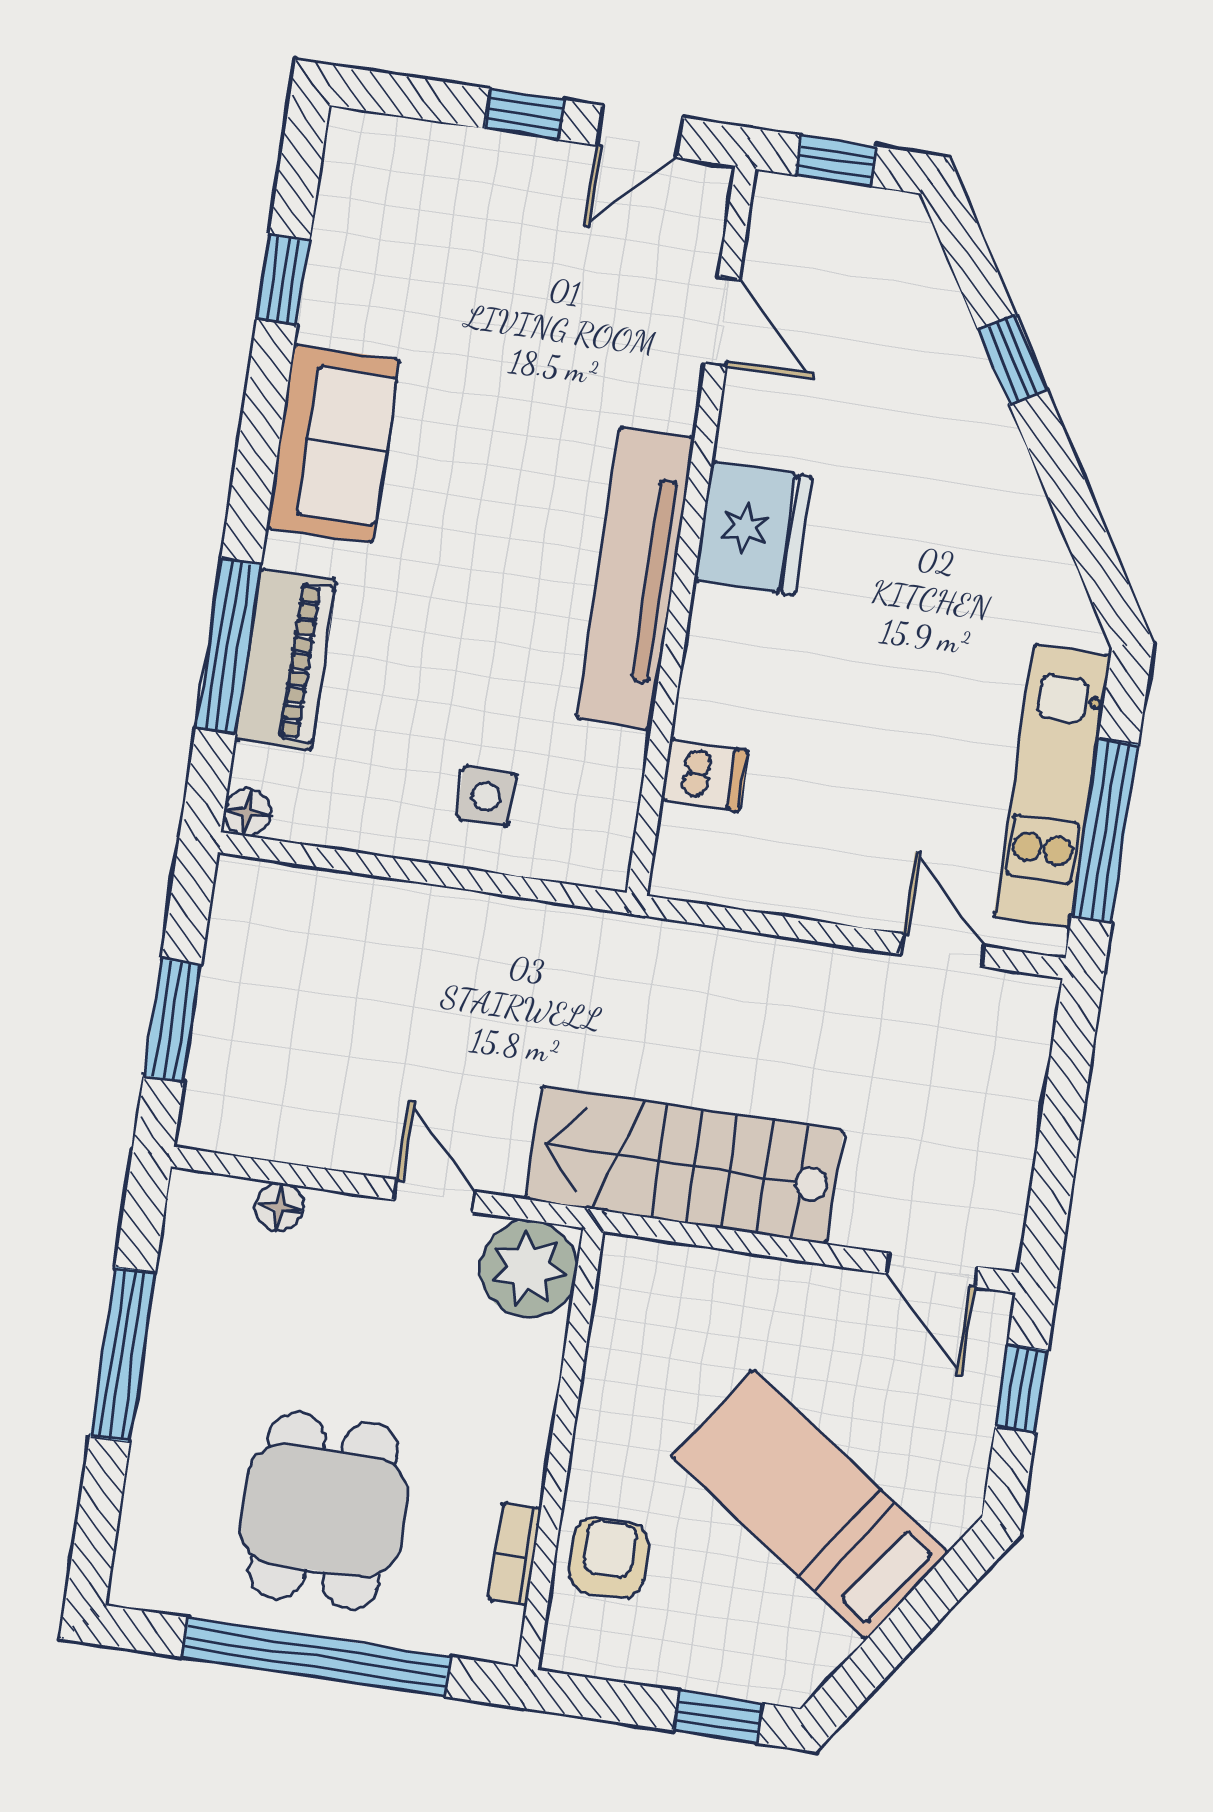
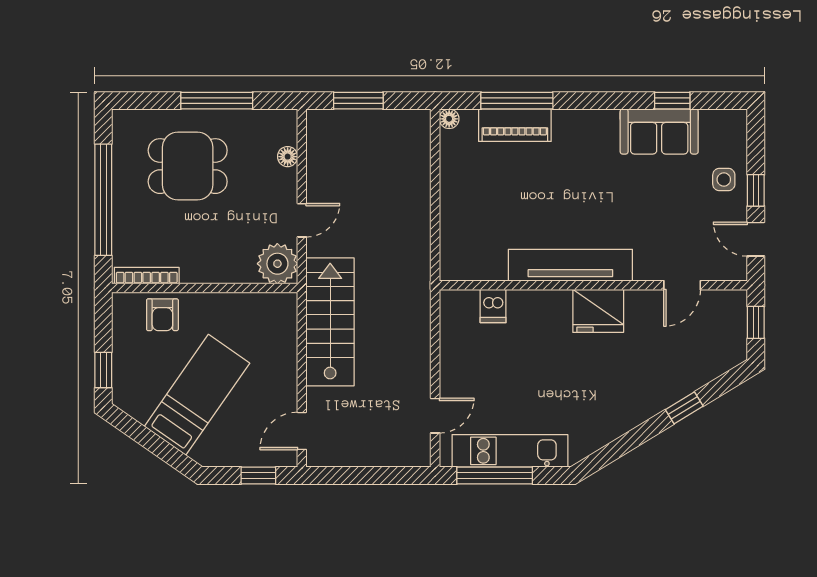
sofa: (333, 444) -> (659, 131), moved
side table: (486, 796) -> (724, 180), moved
dining table: (324, 1511) -> (188, 166), moved
bookcase: (515, 1554) -> (147, 276), width x1.56
armchair: (609, 1558) -> (162, 315), turned 90

